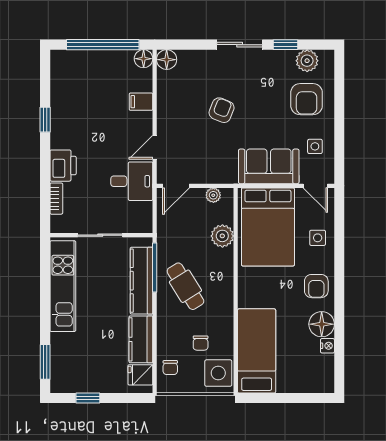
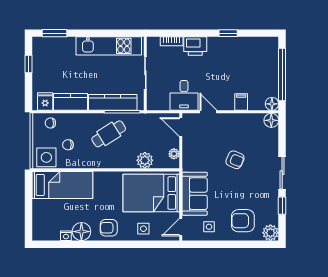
plant: (307, 61) -> (270, 233), moved

